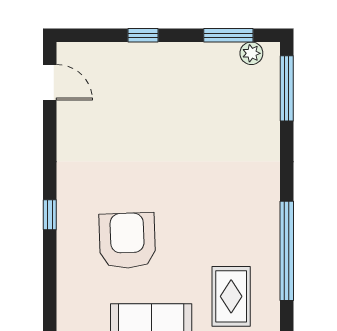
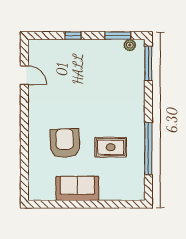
door: (50, 82) -> (24, 75), moved
window: (50, 215) -> (24, 130), removed
rug: (231, 296) -> (111, 147), moved, turned 90

